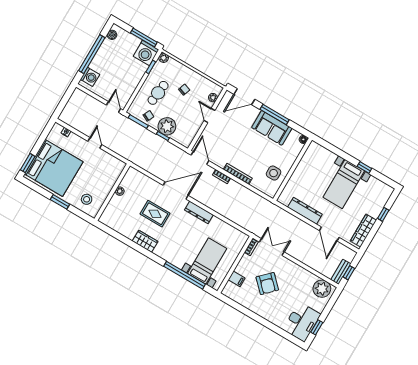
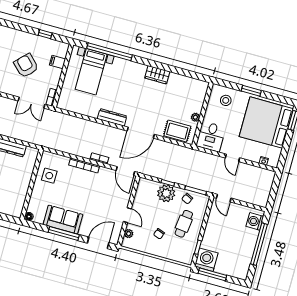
boiler: (112, 35) -> (244, 268), removed
plant: (164, 58) -> (188, 260), removed
desk: (110, 169) -> (211, 137), added
rug: (155, 214) -> (177, 131), moved
window: (241, 309) -> (45, 34), added

